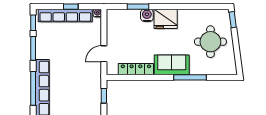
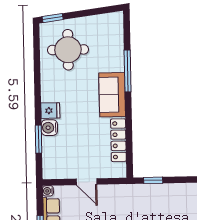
fridge: (166, 19) -> (50, 111), width x0.53, depth x0.75
round table: (210, 42) -> (68, 50), moved
door: (104, 54) -> (87, 182), moved

